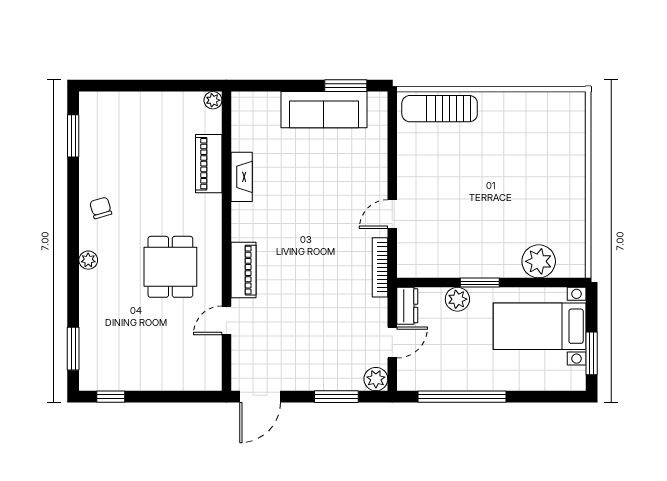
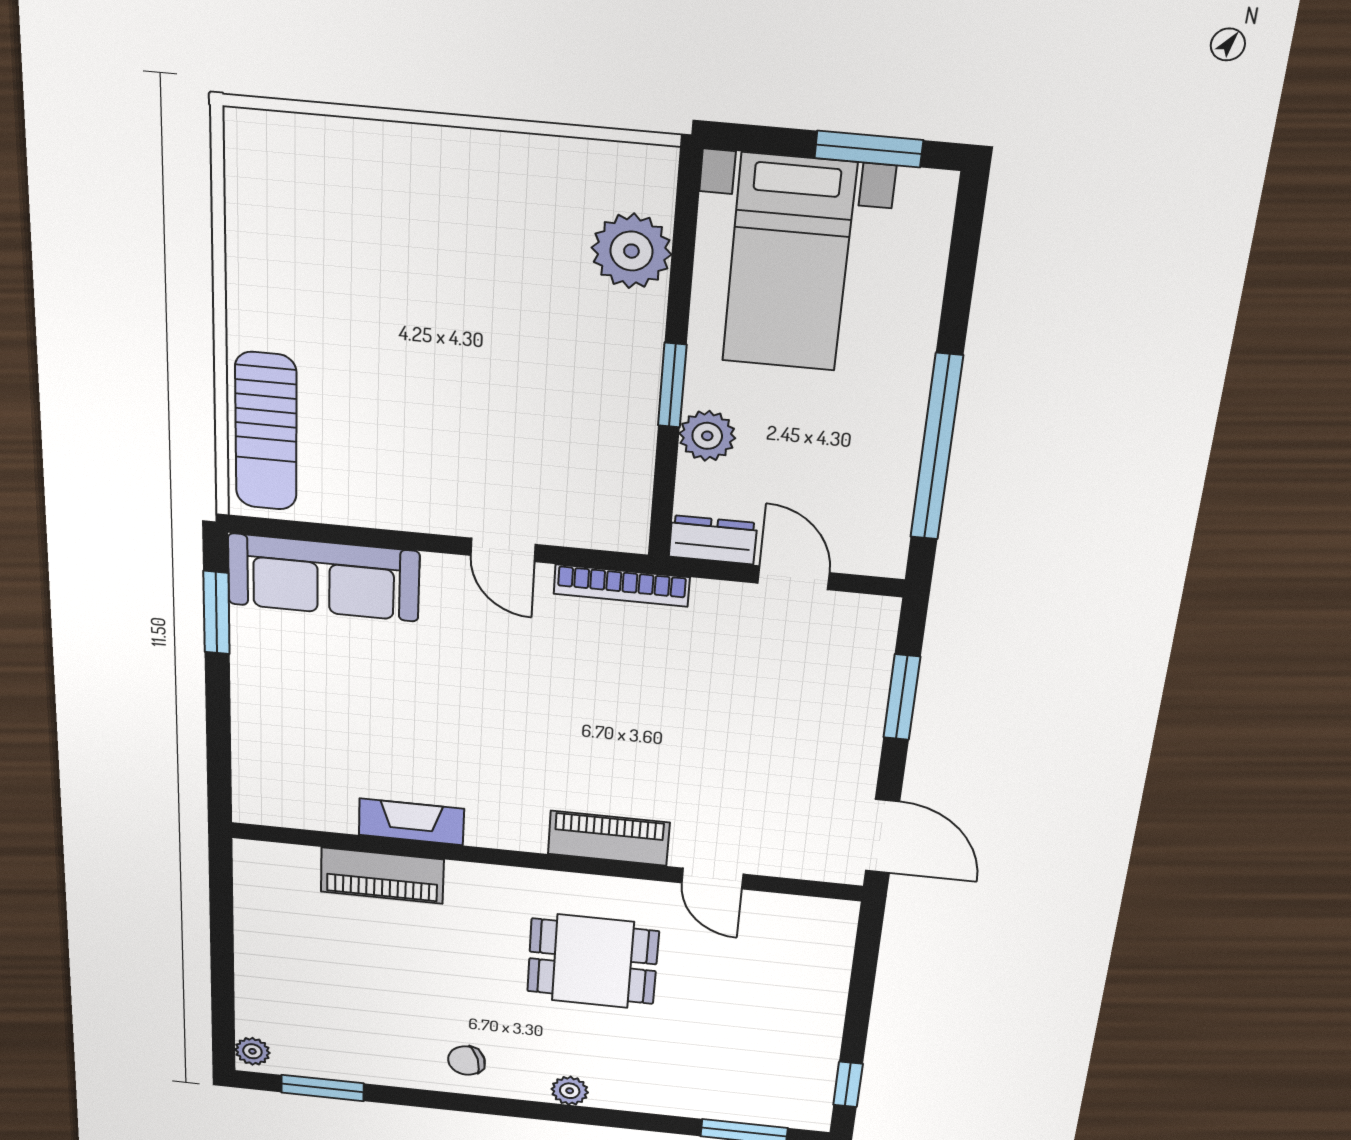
plant: (213, 100) -> (252, 1051), moved
sofa: (324, 110) -> (324, 578), moved, turned 90
plant: (376, 379) -> (873, 618), removed

